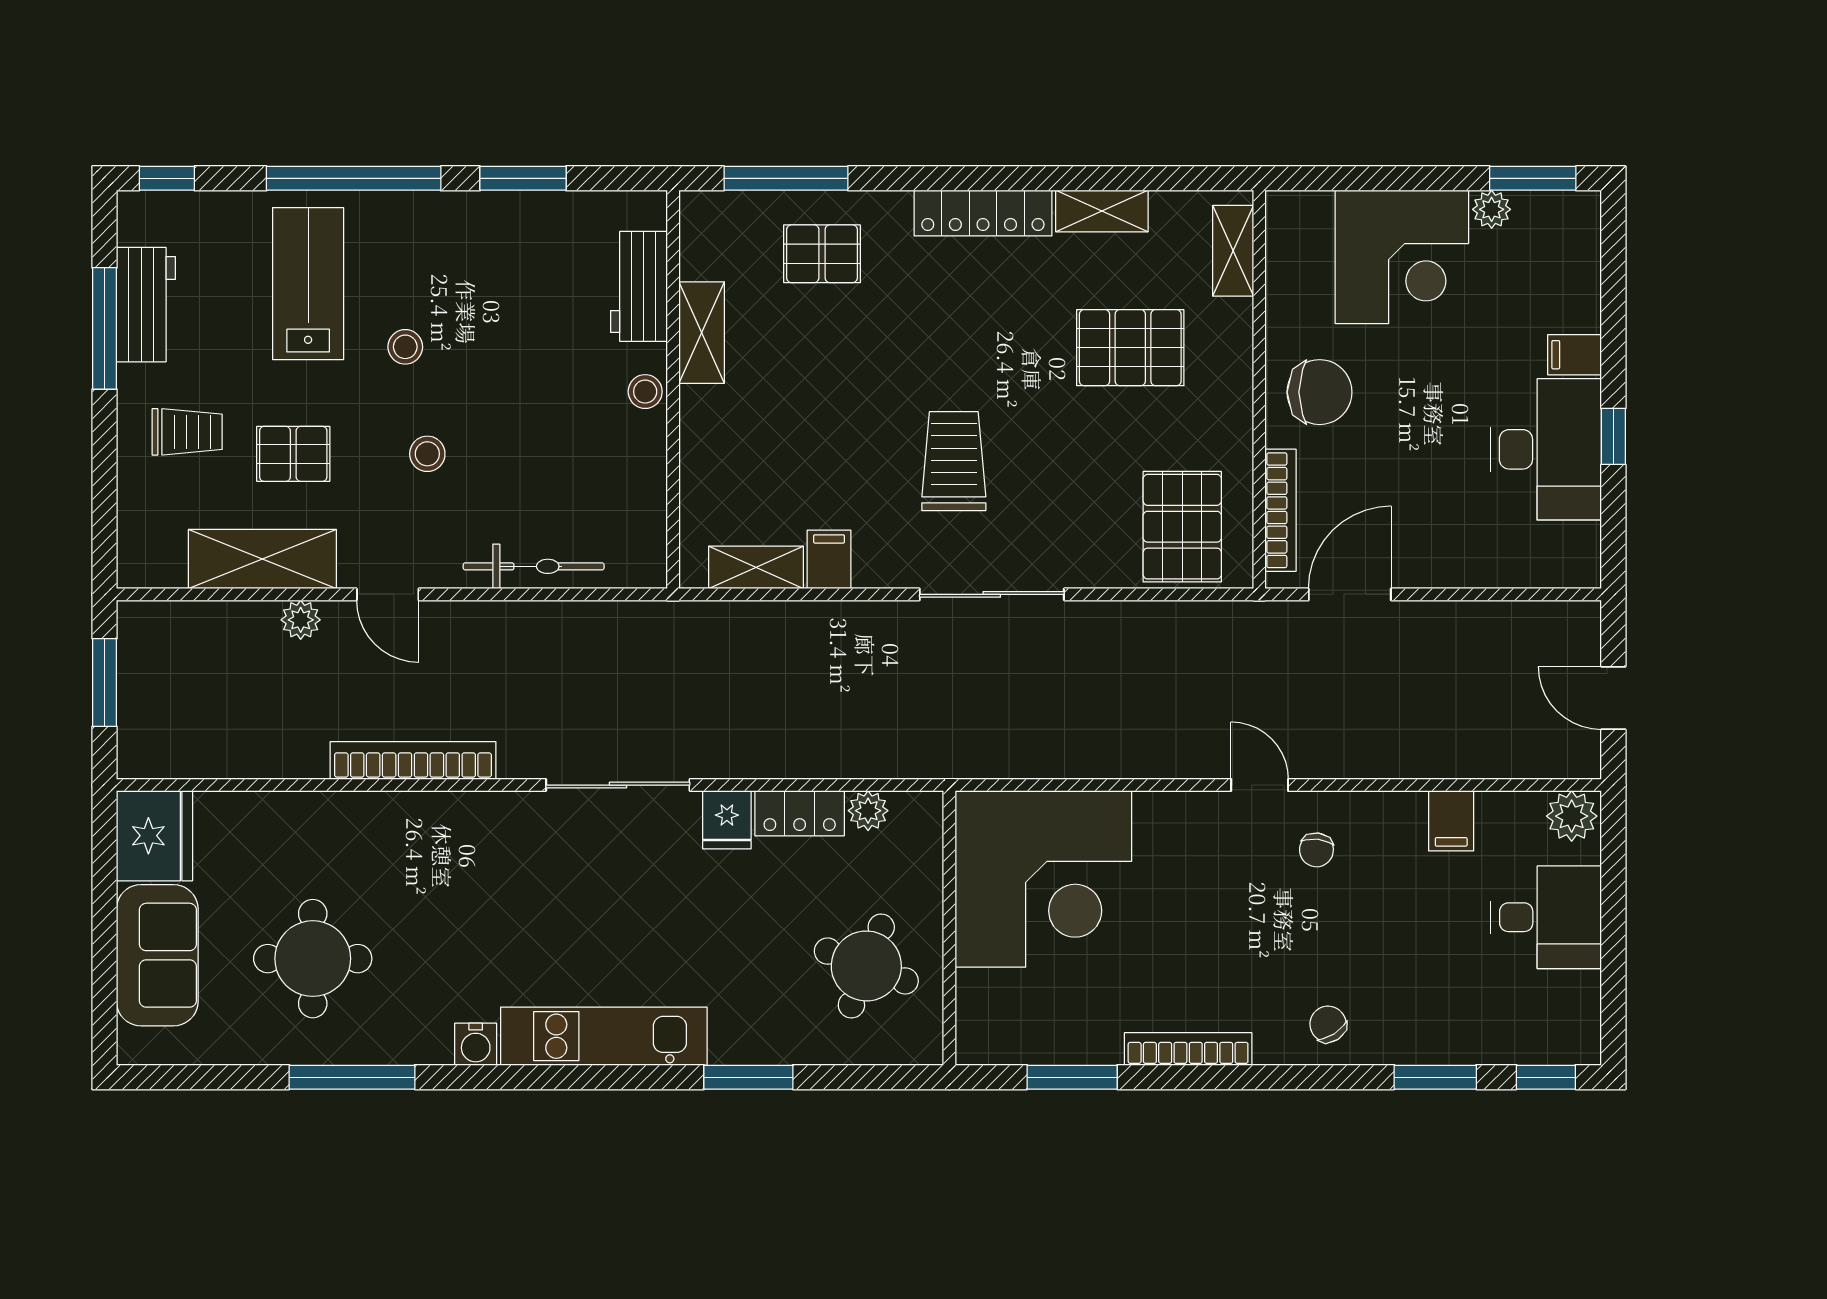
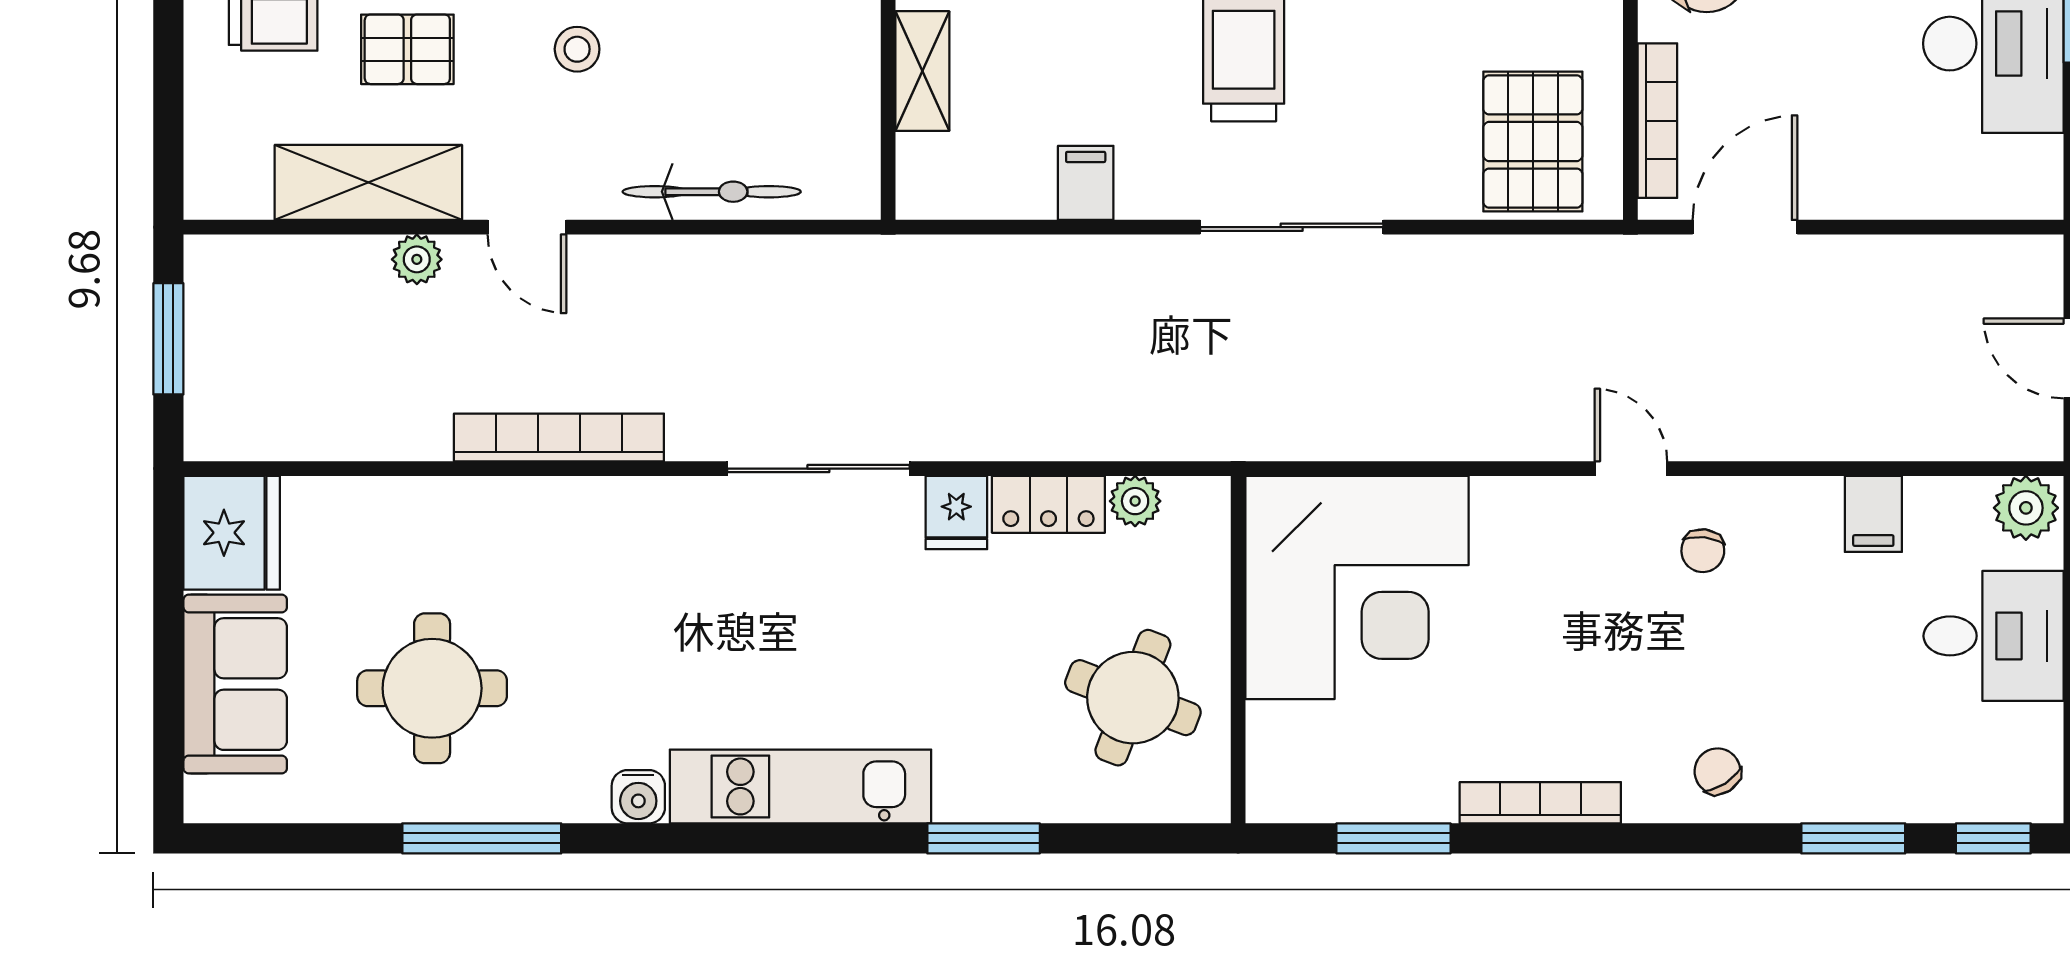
shelving: (756, 567) -> (922, 71), moved, turned 90

